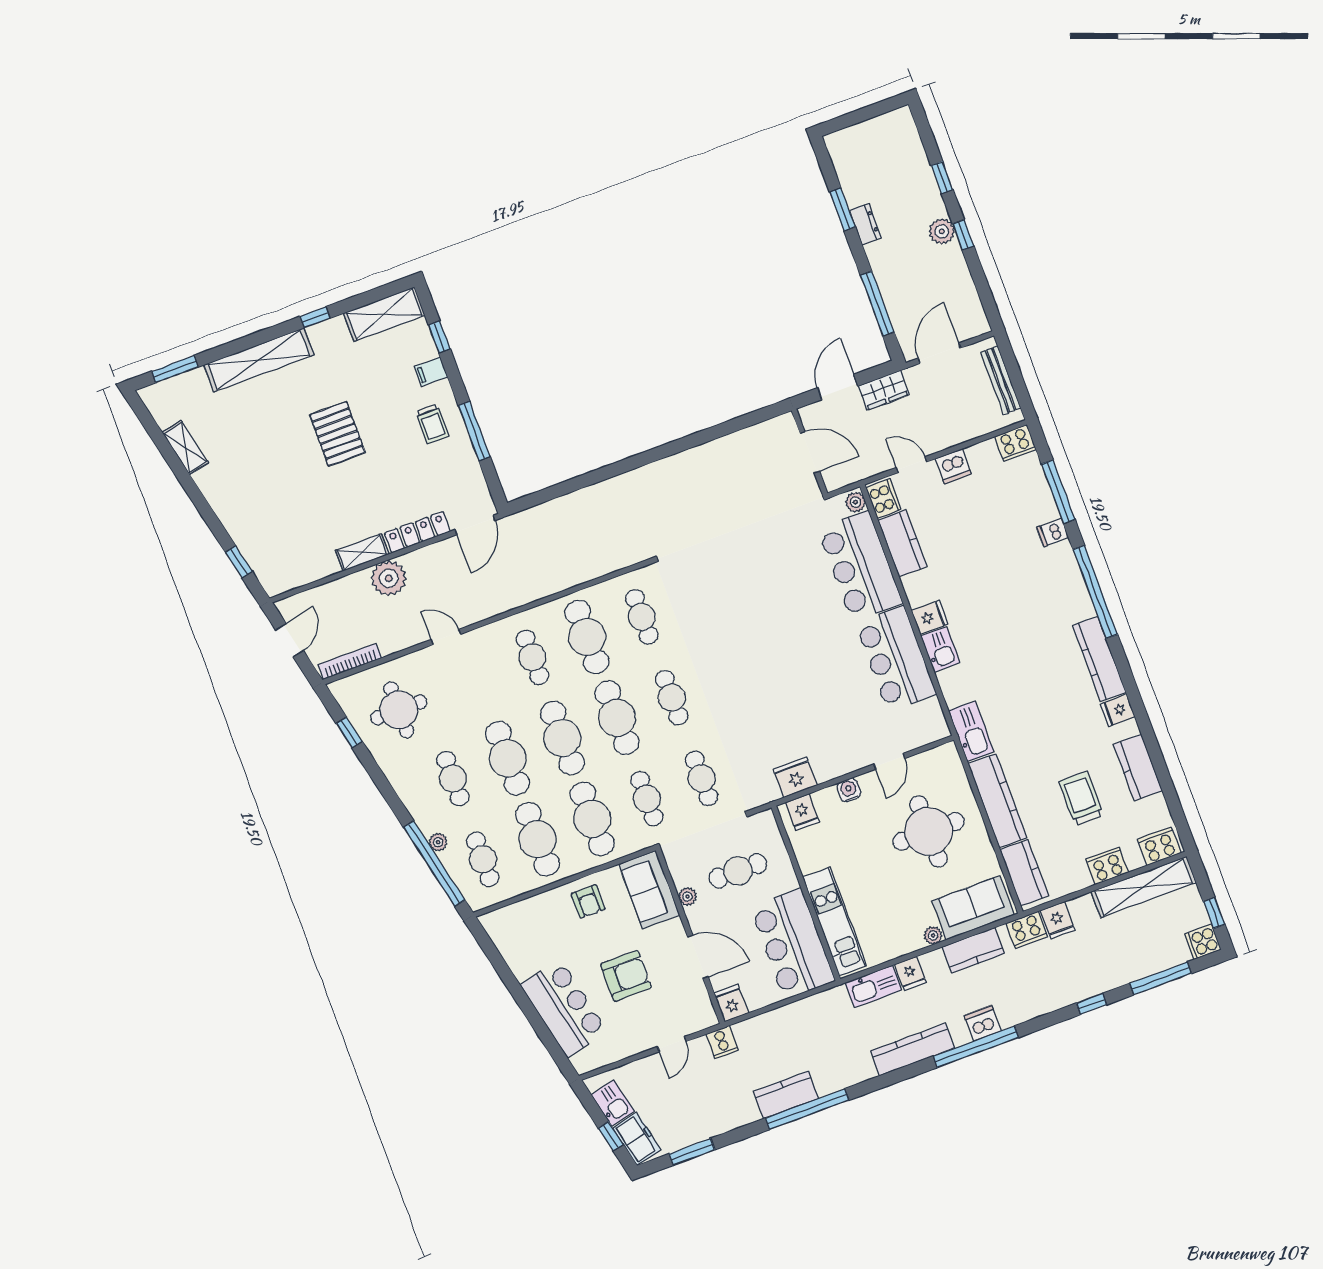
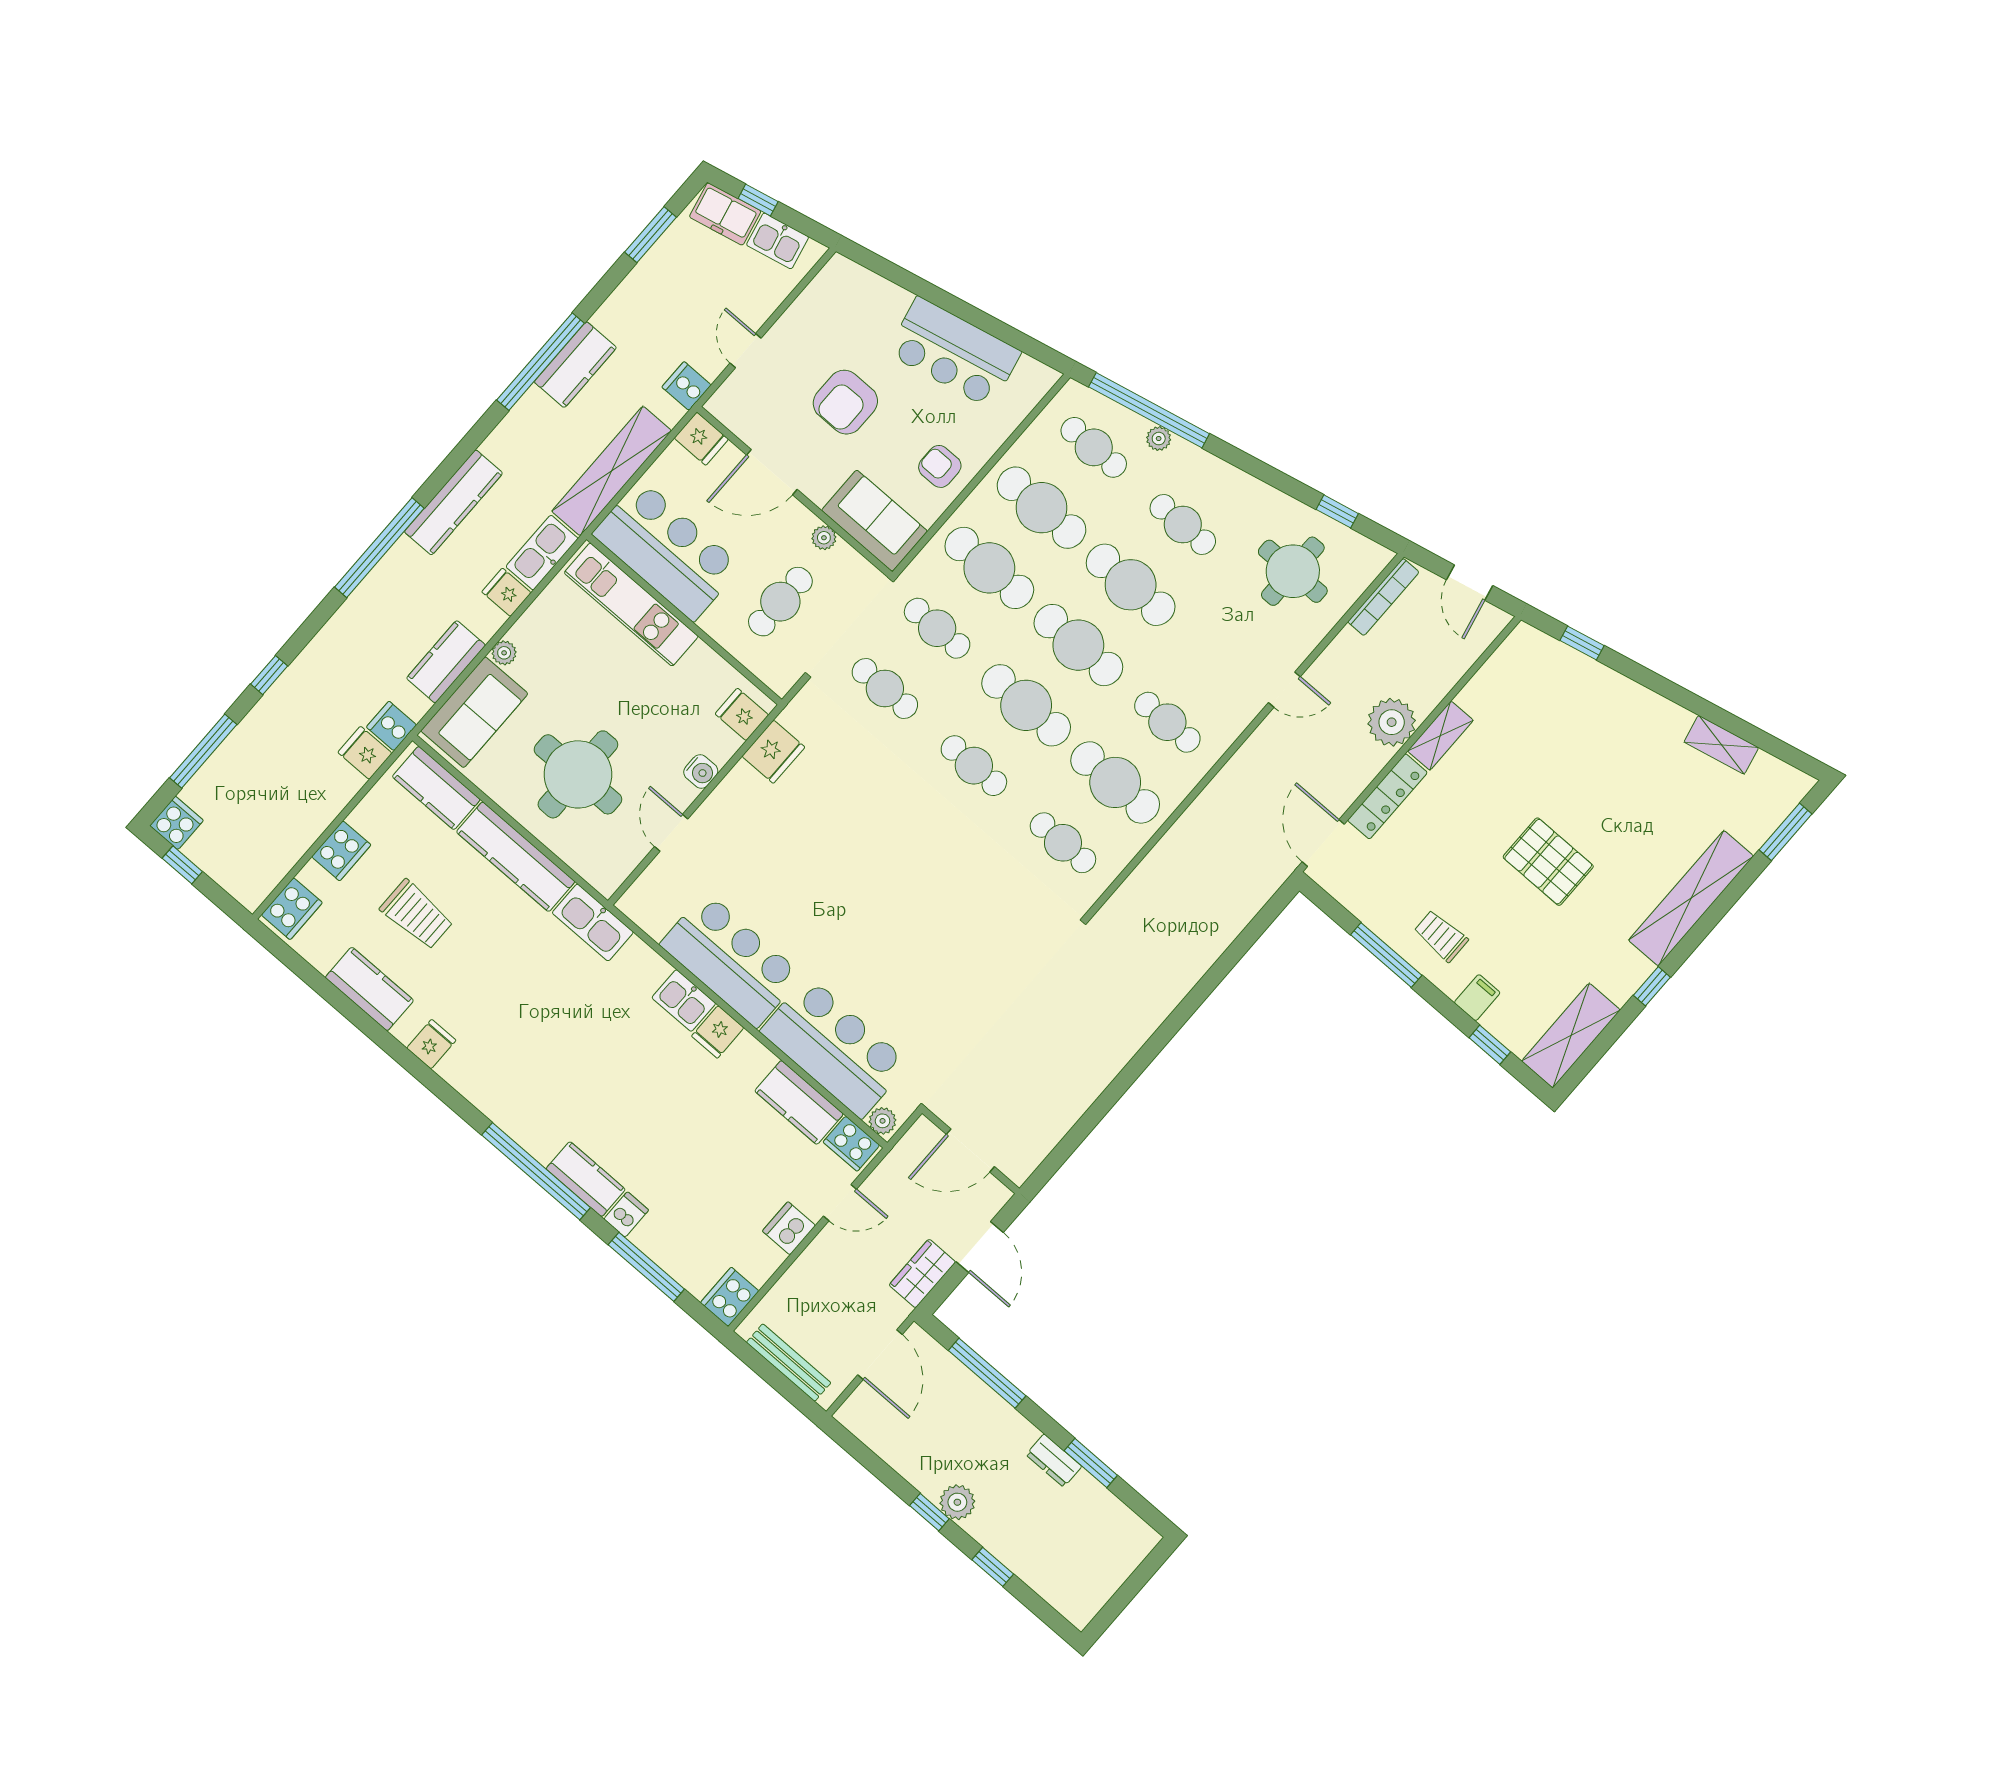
kitchen counter: (1099, 659) -> (586, 1179), moved, width x0.67
shelving: (1144, 887) -> (612, 471), moved
cooker: (1027, 930) -> (392, 726), width x0.73
bar counter: (564, 1008) -> (954, 352), moved
dishwasher: (983, 1023) -> (387, 580), removed

